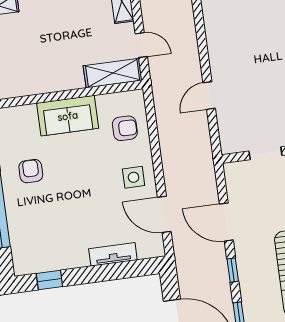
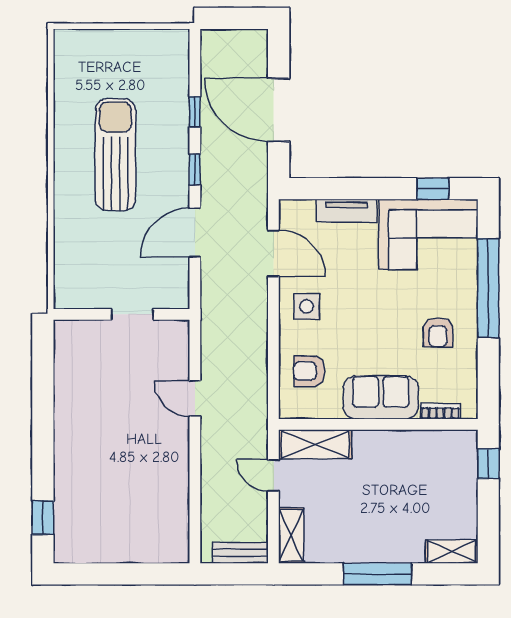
door: (209, 96) -> (195, 399), swing flipped
bookcase: (21, 111) -> (440, 411), added
door: (226, 222) -> (195, 233), swing flipped
corner sofa: (48, 245) -> (428, 234), added

